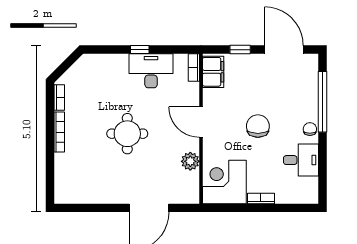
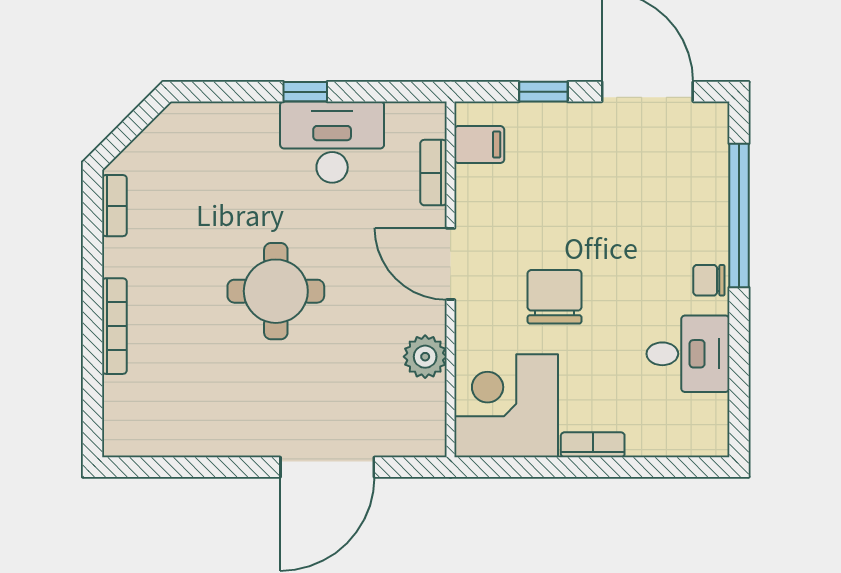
bookcase: (194, 67) -> (434, 173), moved
filing cabinet: (213, 72) -> (479, 145), width x0.50
chair: (258, 126) -> (555, 297), moved
chair: (310, 129) -> (709, 280), turned -90
bookcase: (59, 132) -> (114, 326), moved

